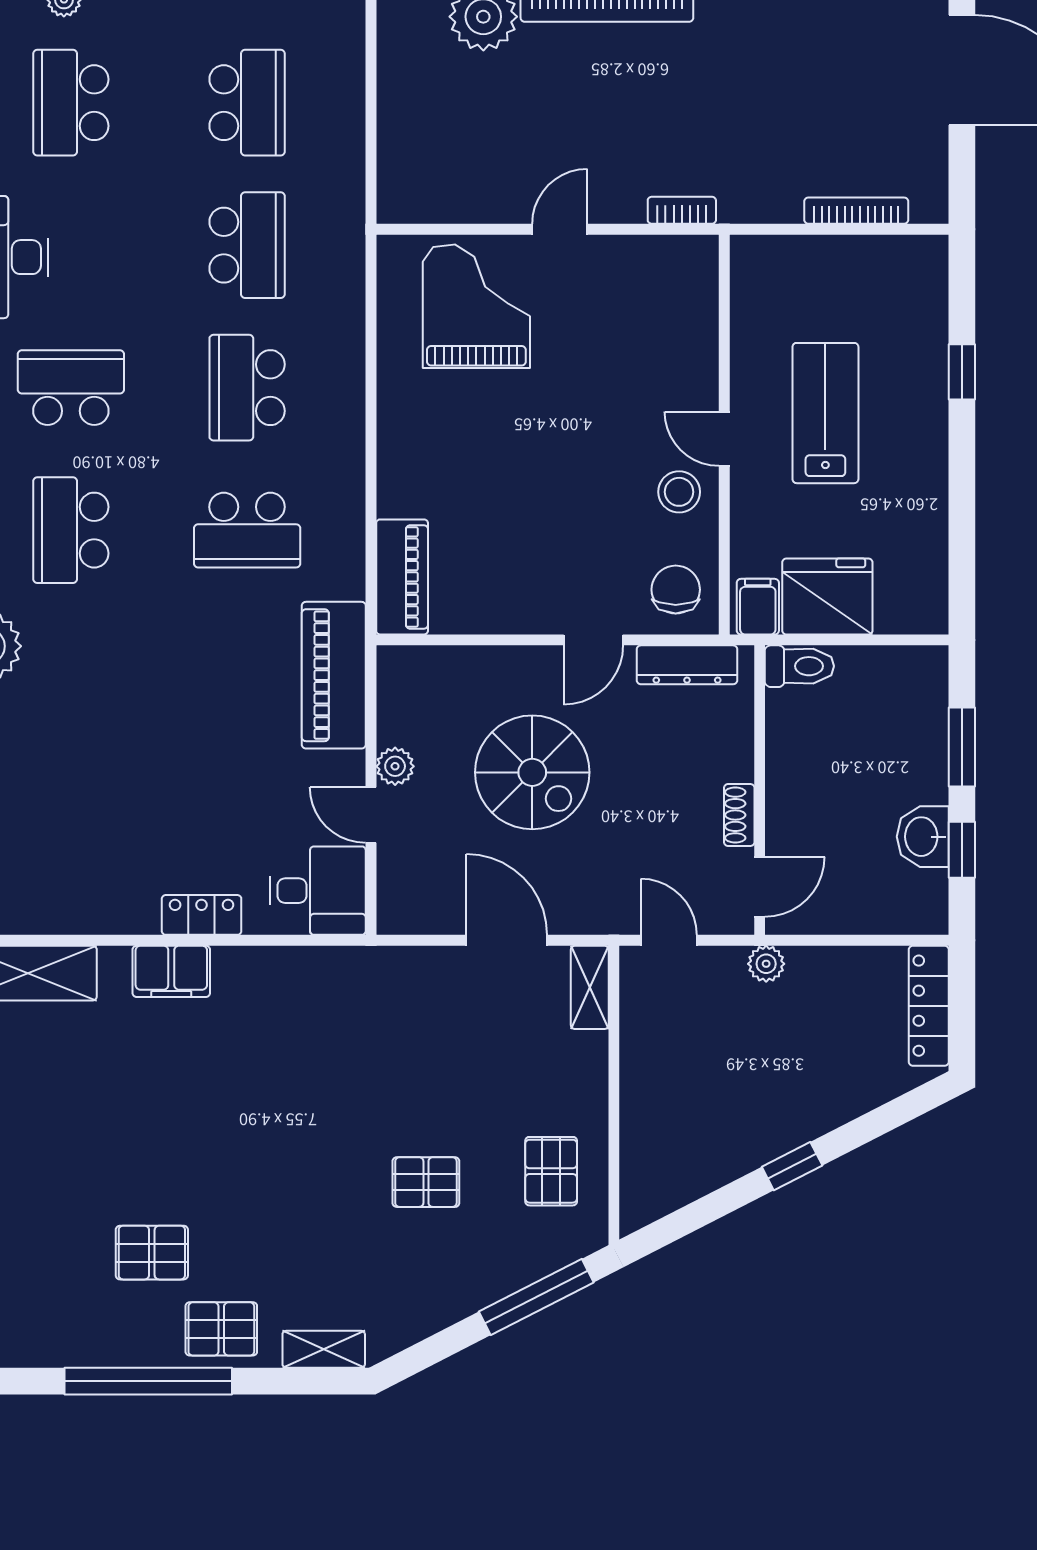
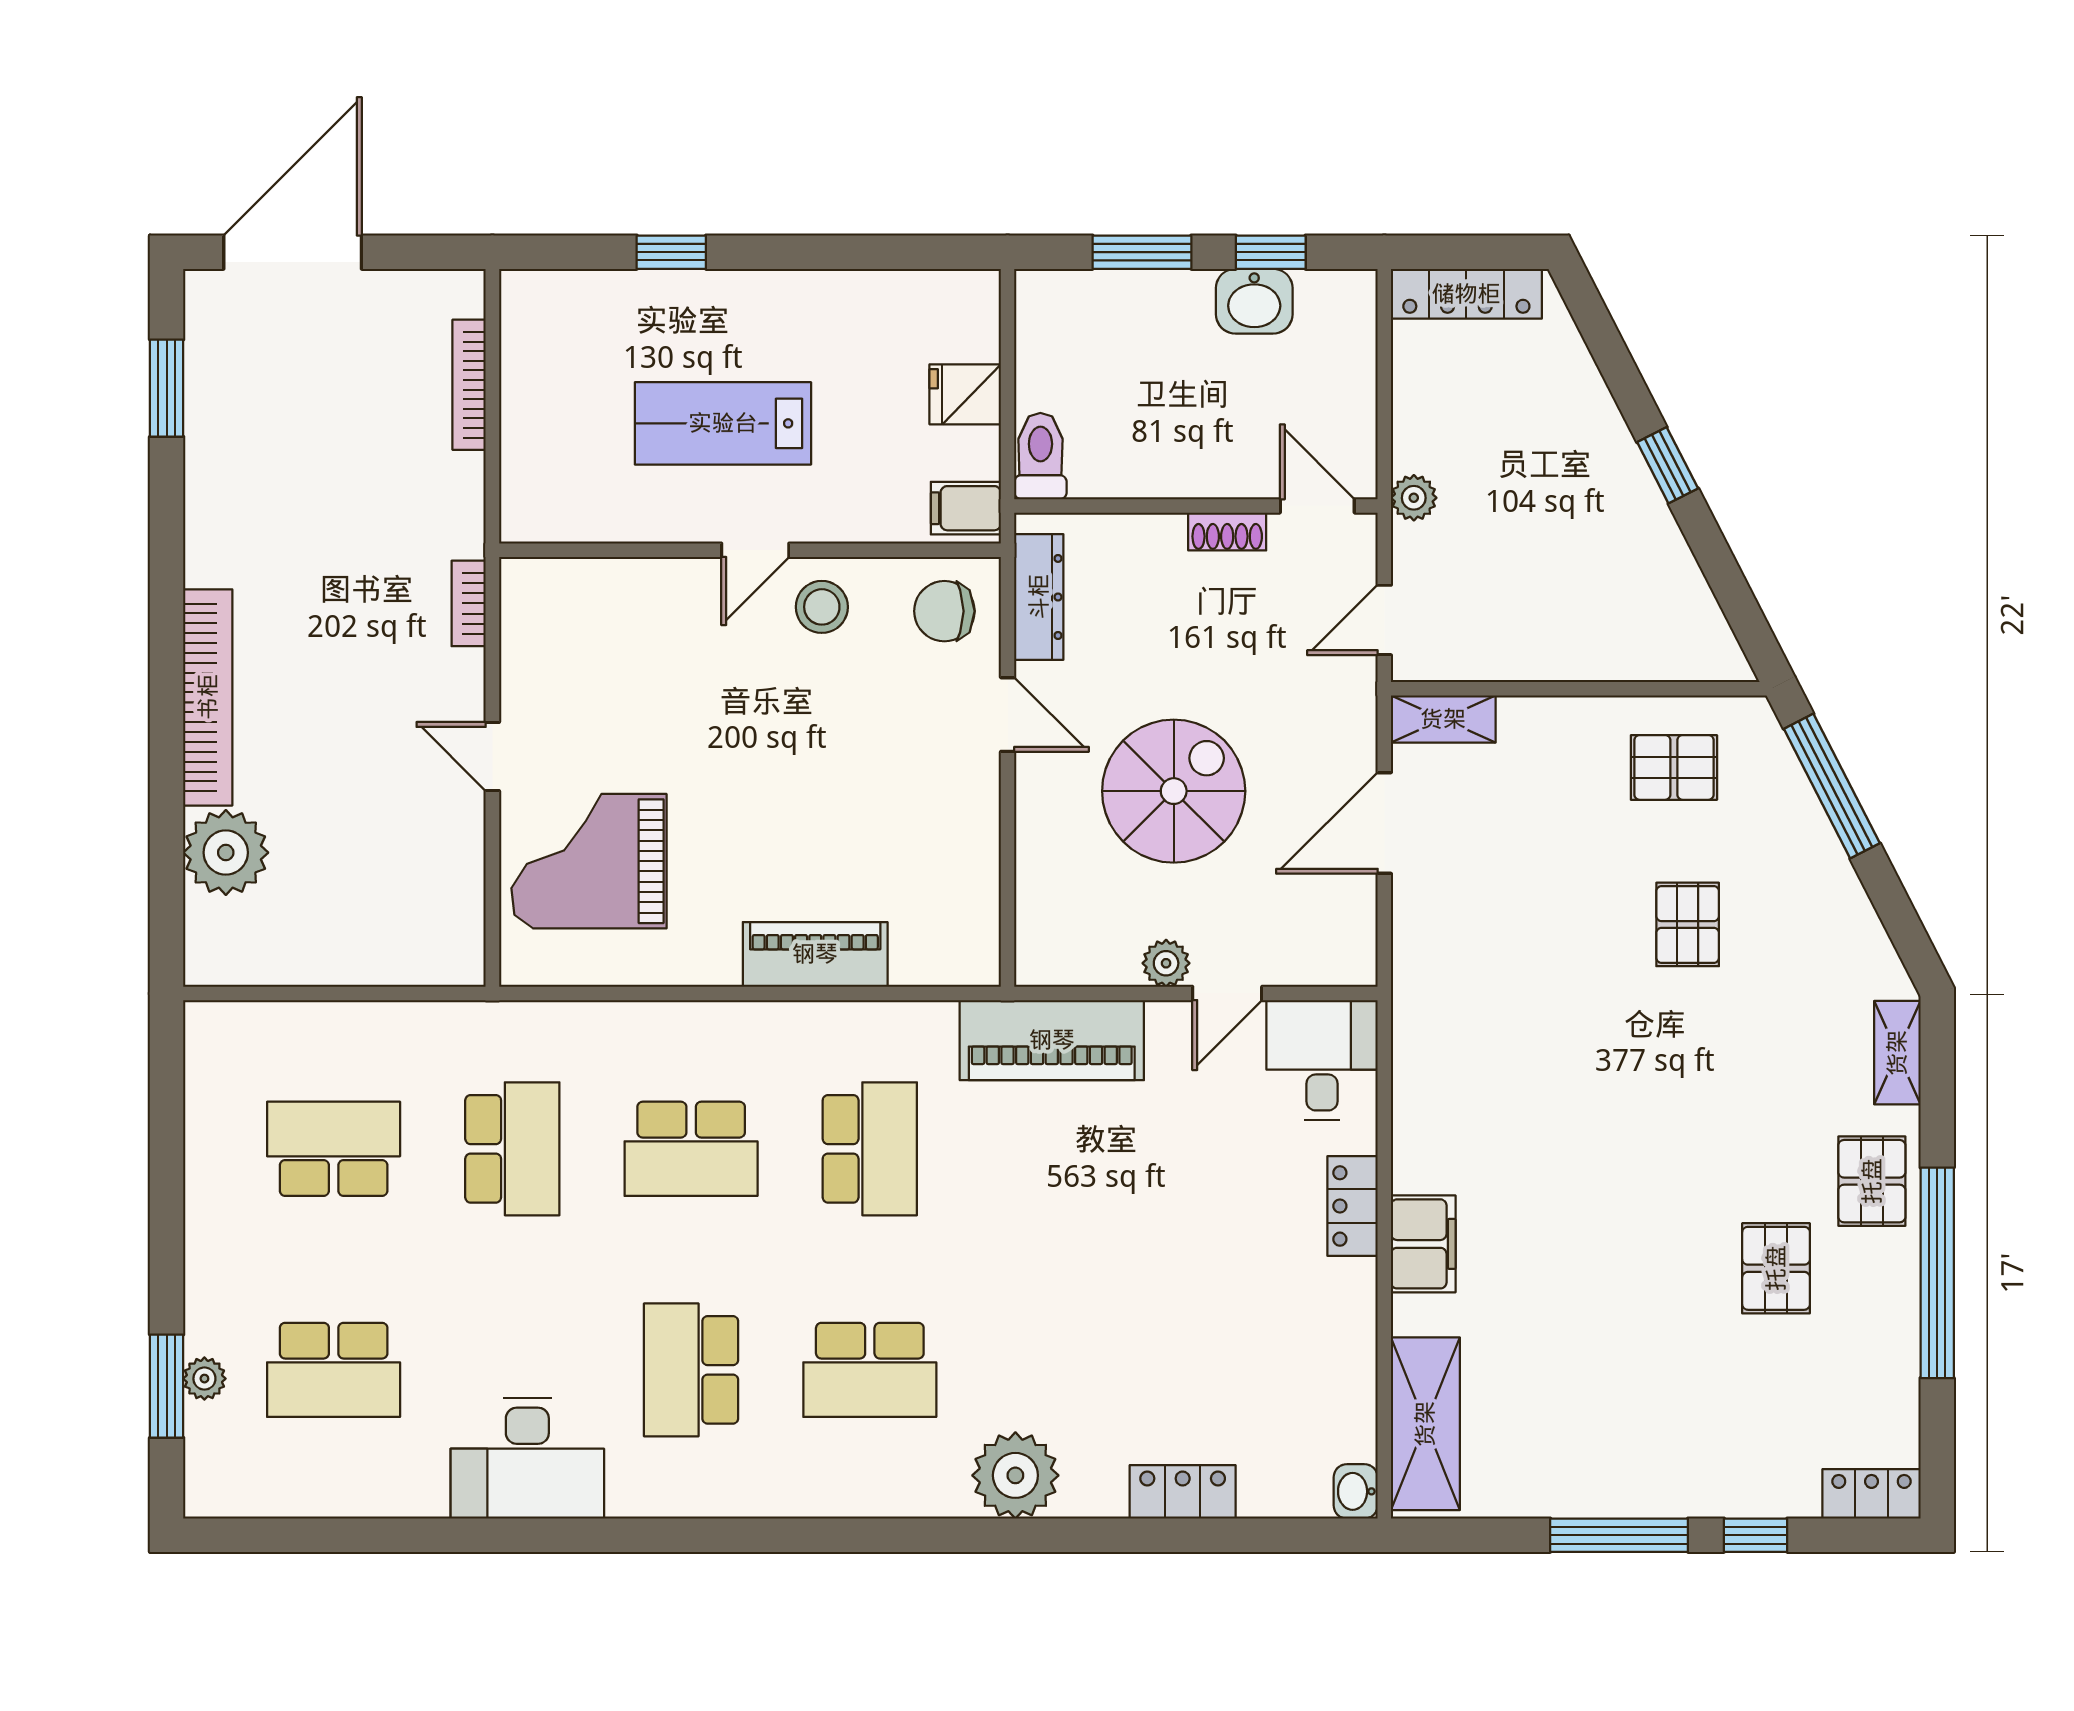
school desk: (247, 245) -> (512, 1149), turned 90
piano: (402, 577) -> (815, 954), moved
fridge: (827, 596) -> (965, 394), width x0.53, depth x0.75

